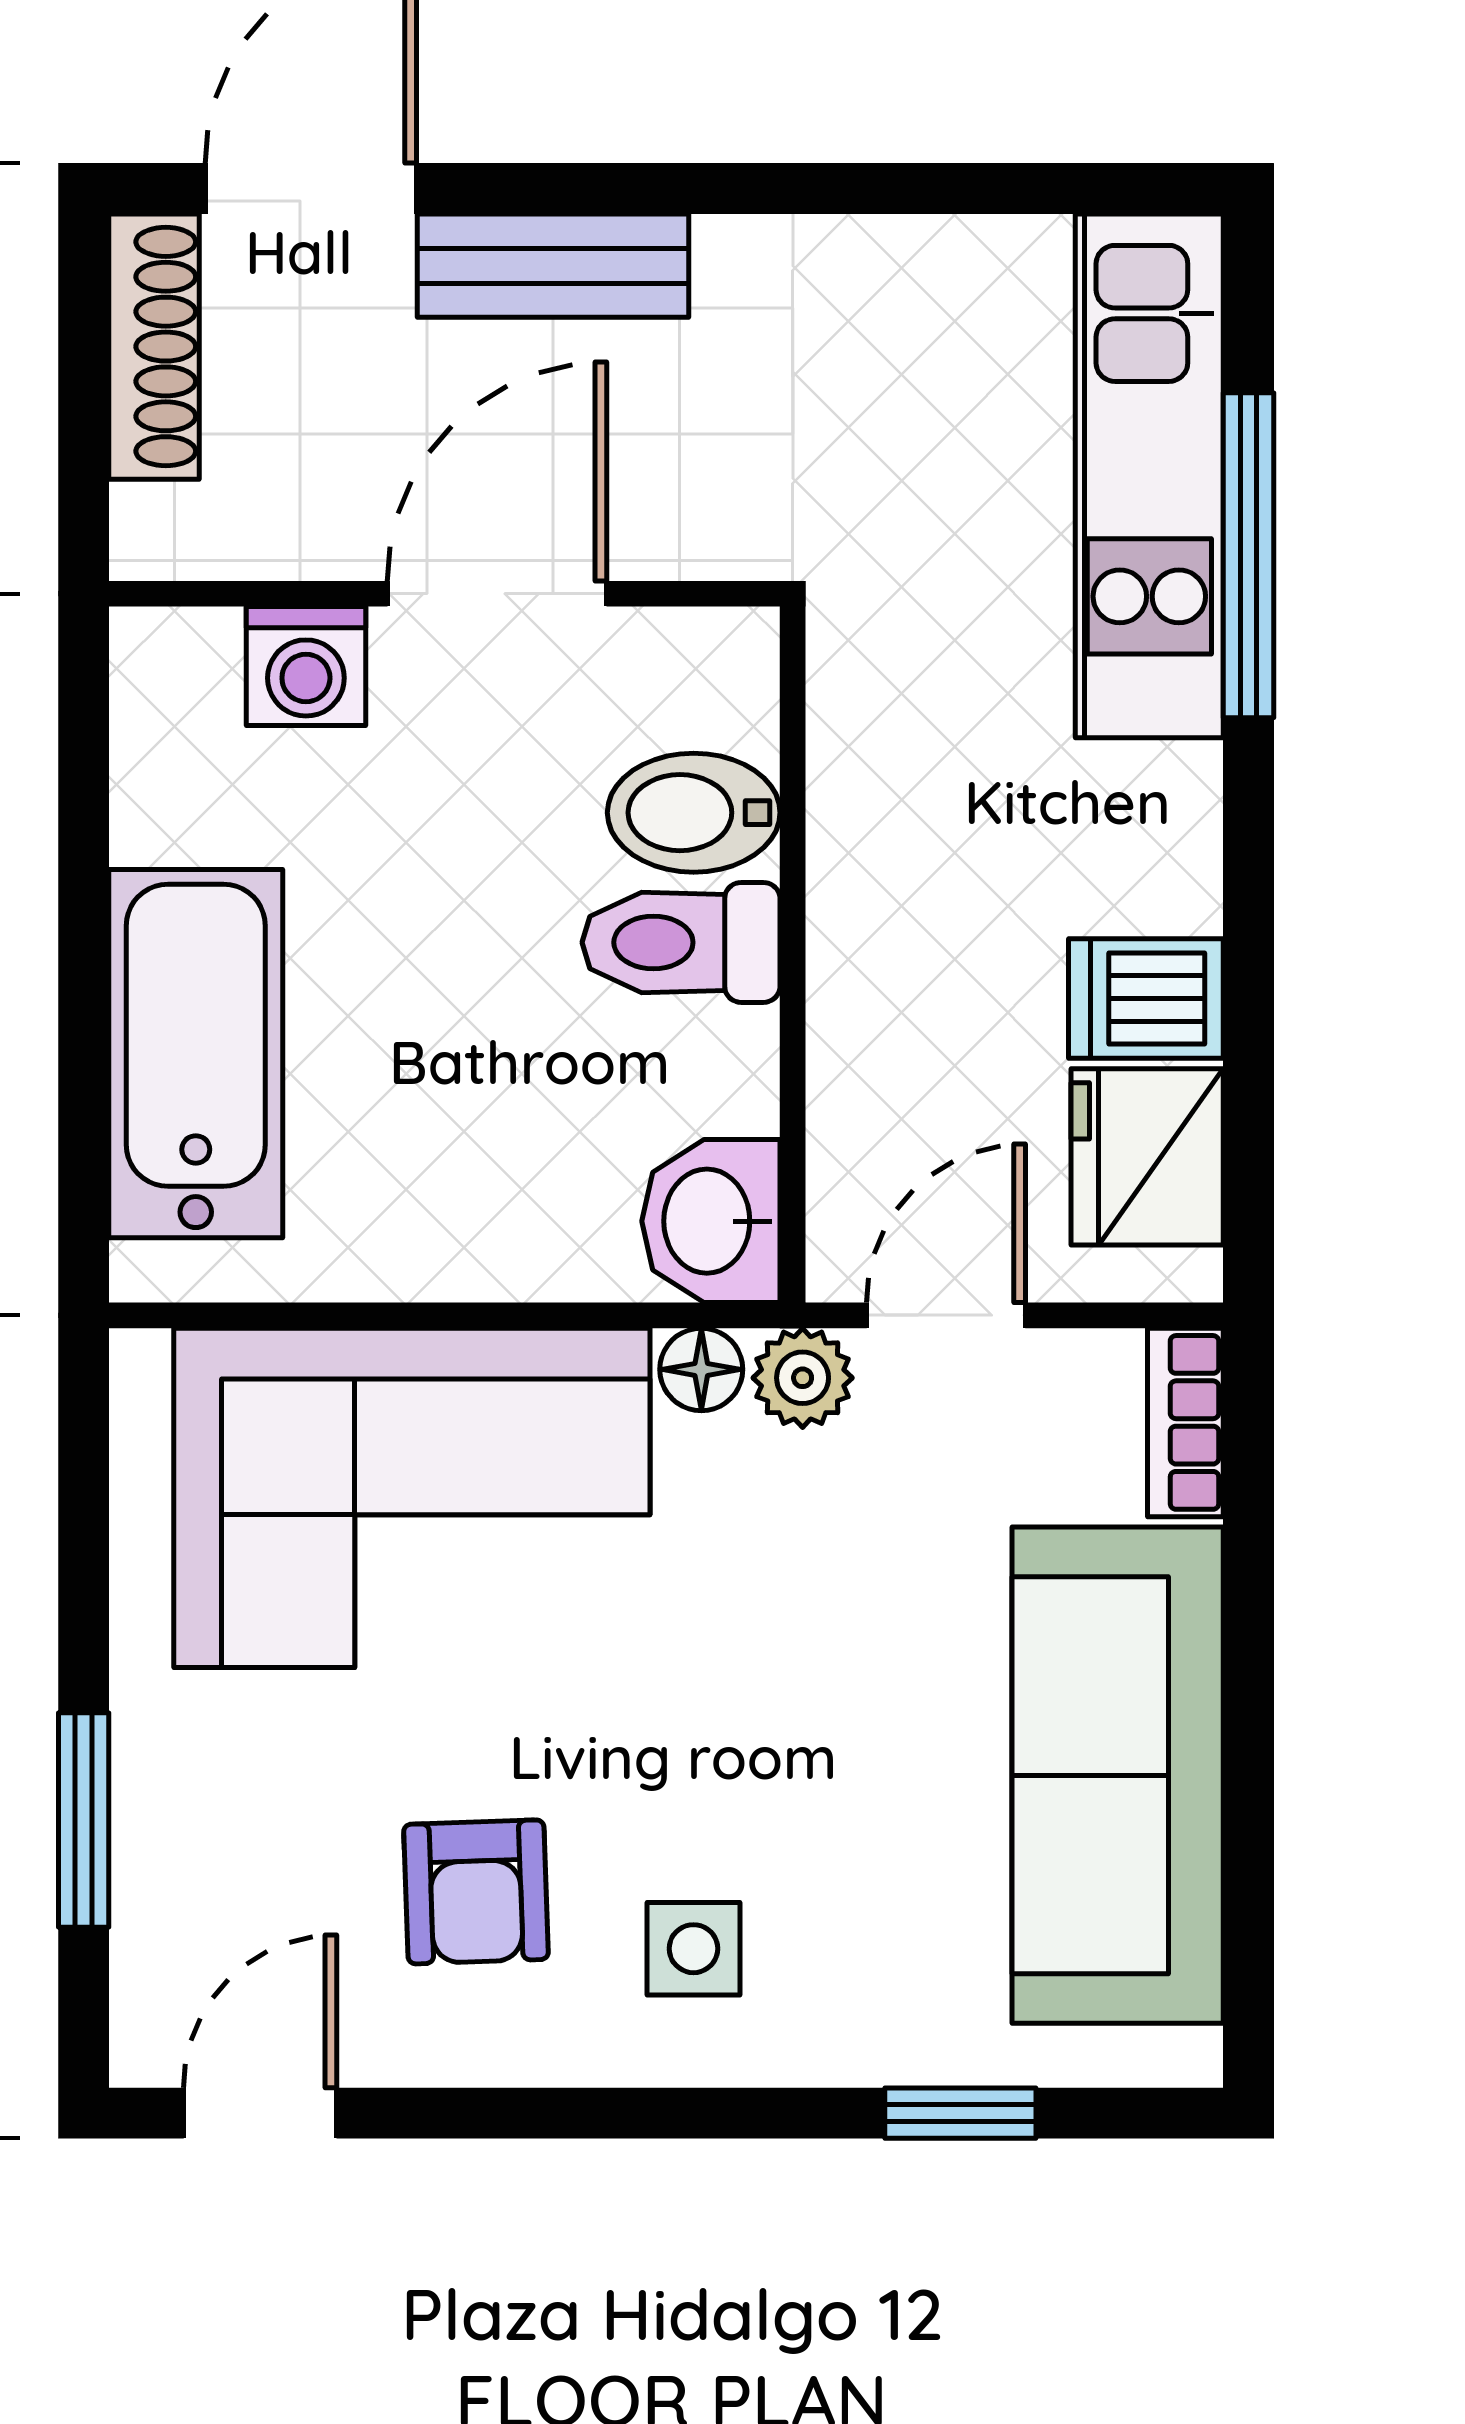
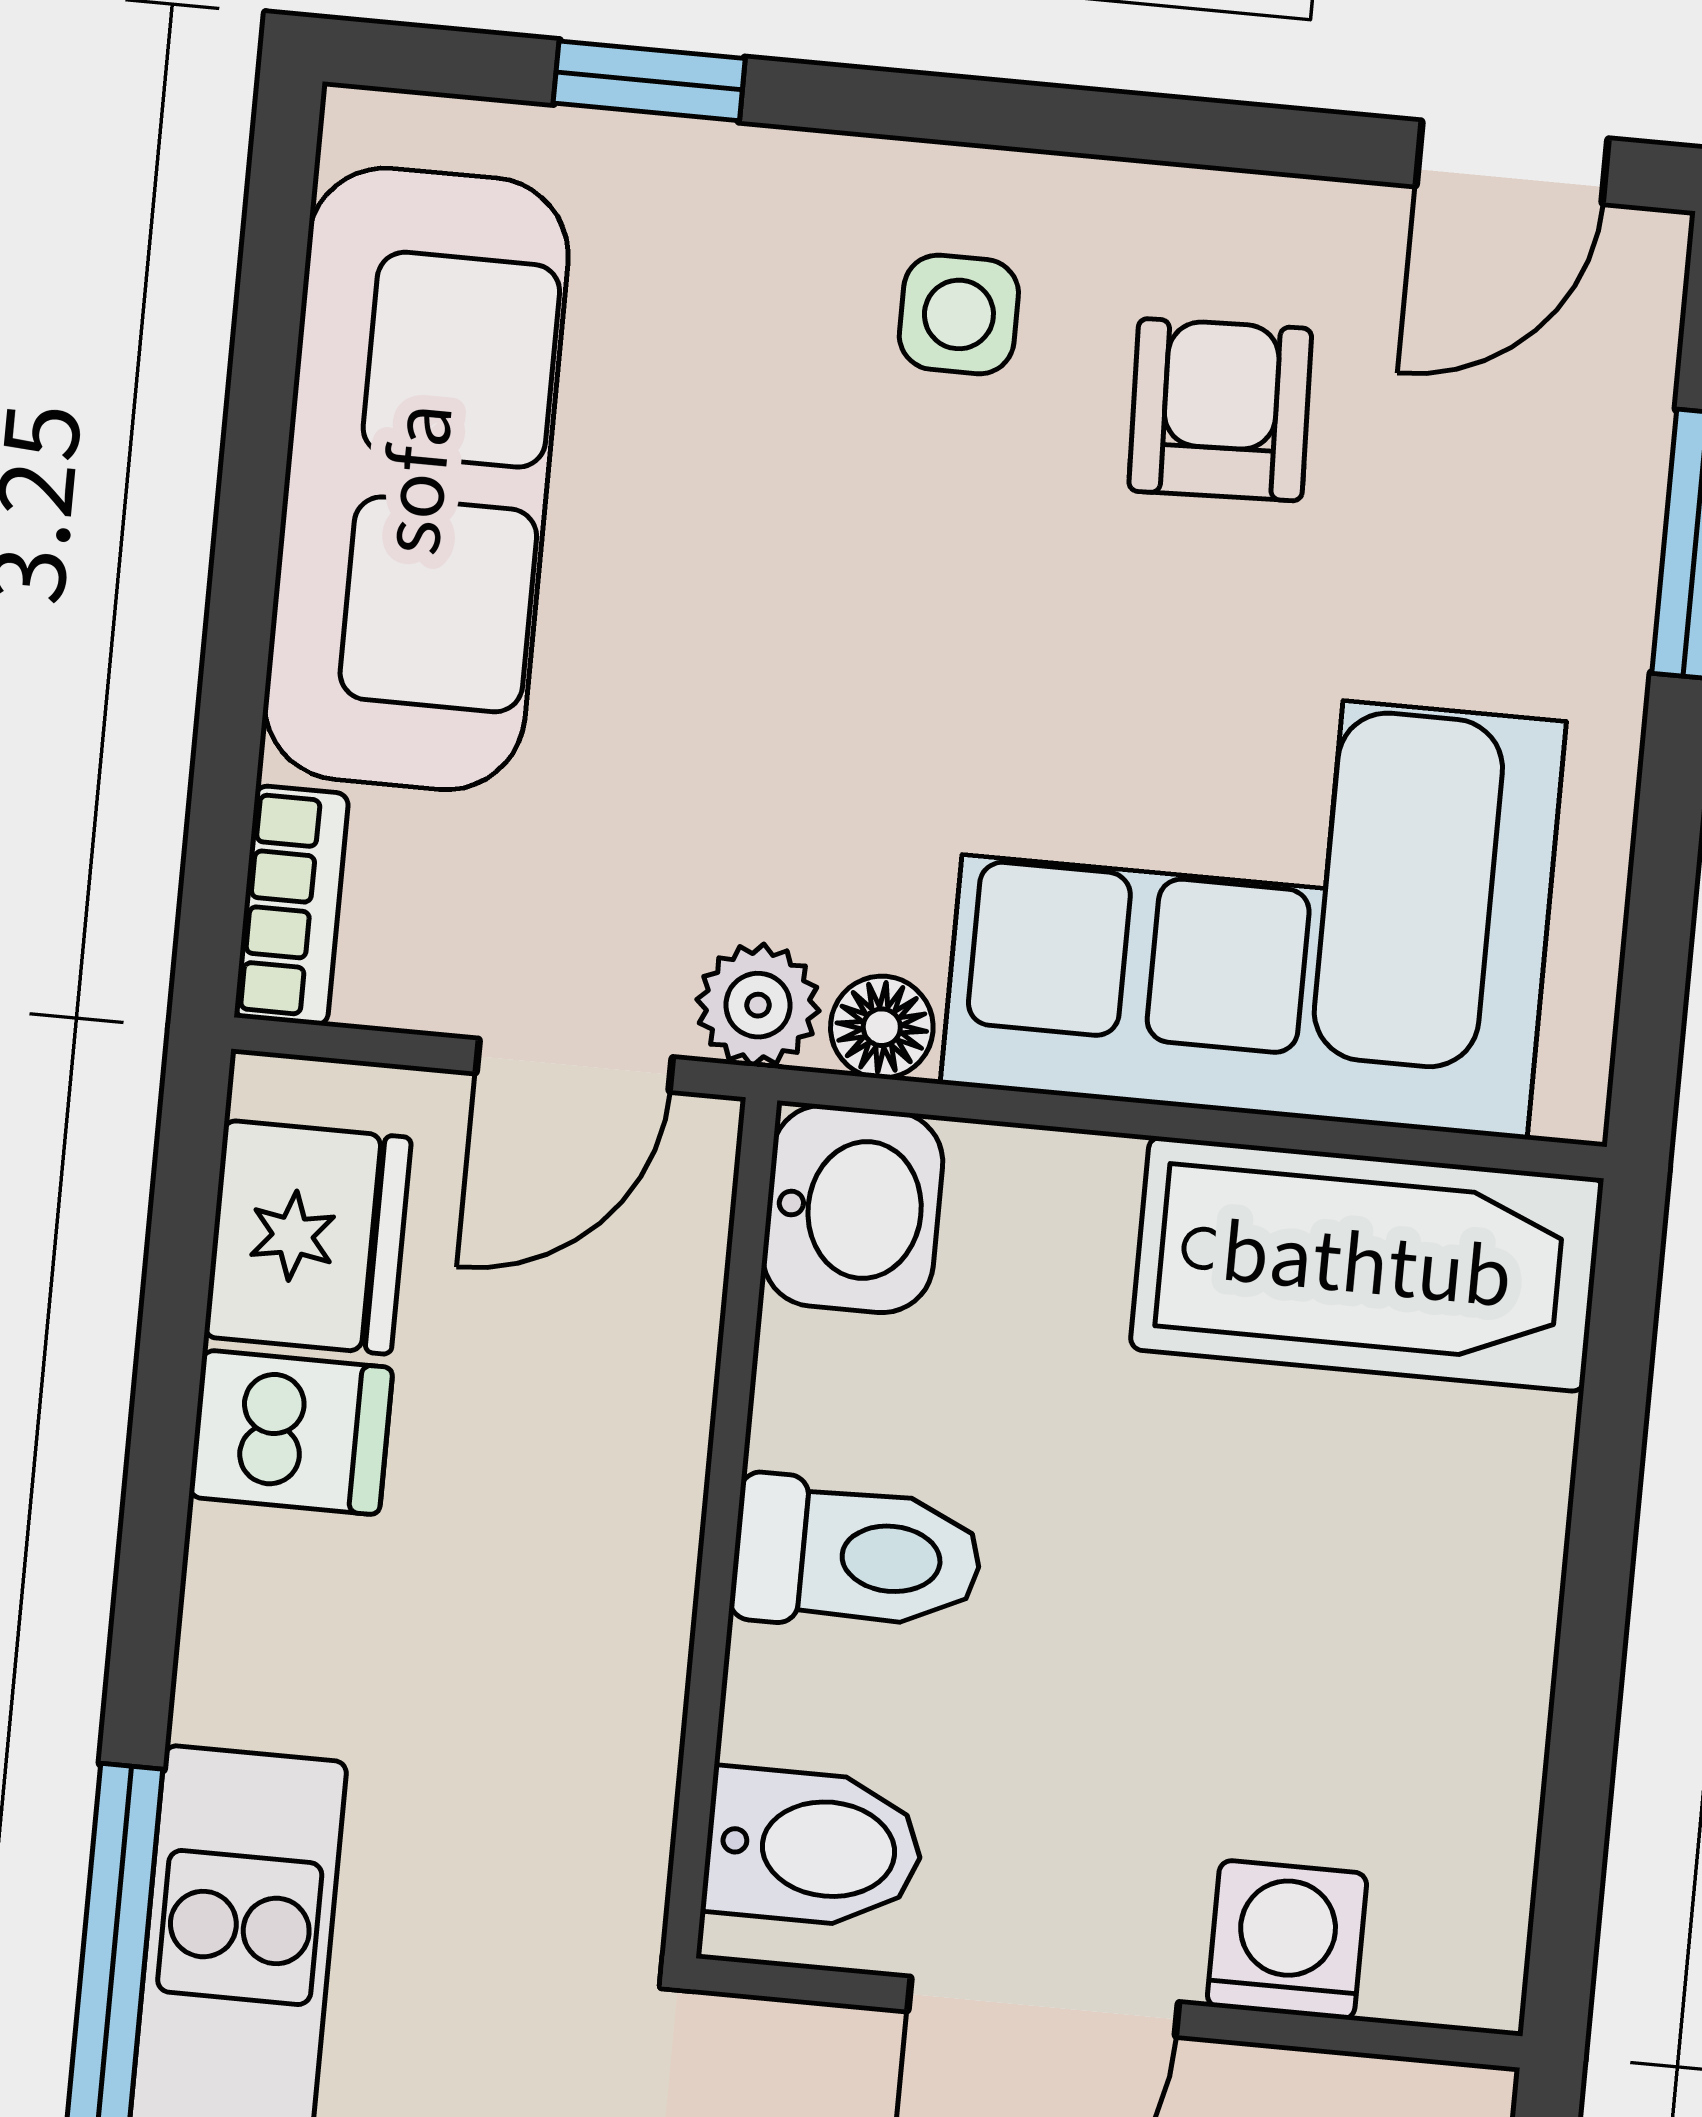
bidet: (694, 813) -> (814, 1848), moved
bathtub: (196, 1054) -> (1367, 1264), moved, turned -90

